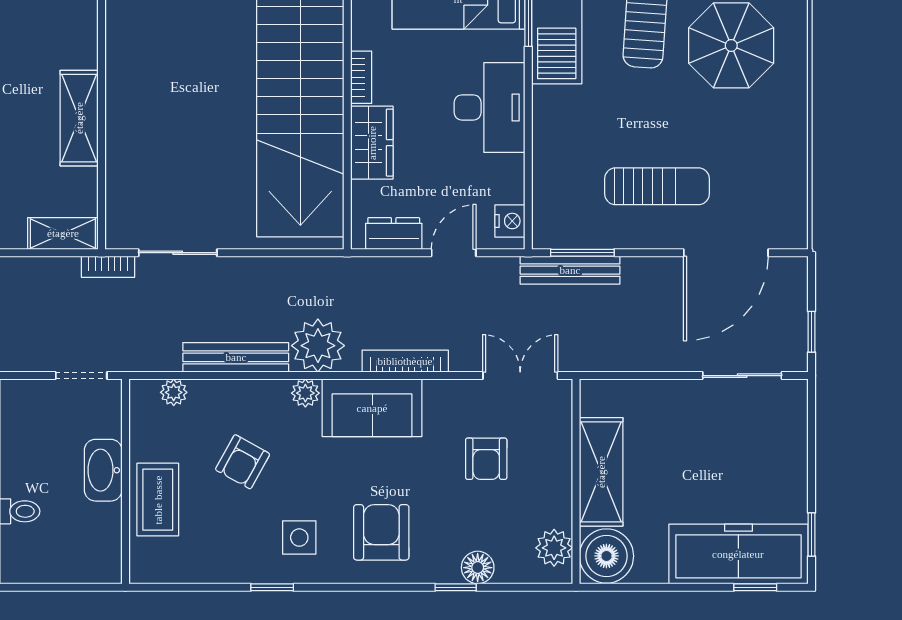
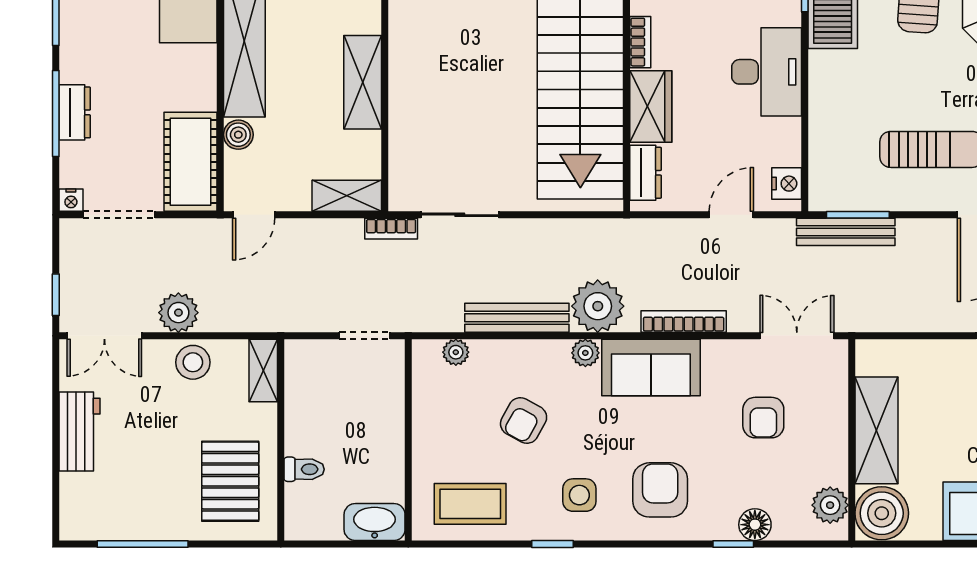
dresser: (394, 233) -> (646, 173), moved, turned 90
washbasin: (103, 470) -> (375, 522), moved, turned 90
coffee table: (158, 500) -> (470, 504), moved, turned 90

